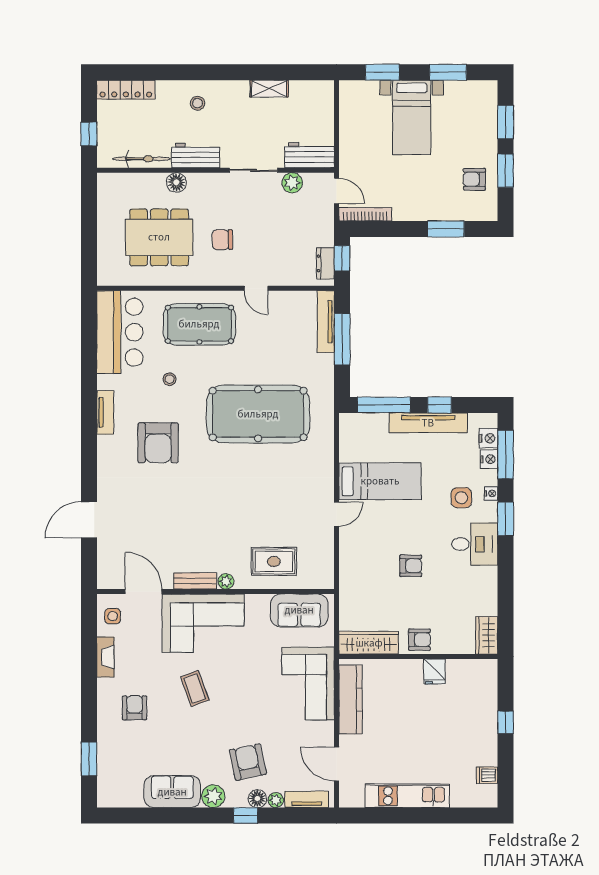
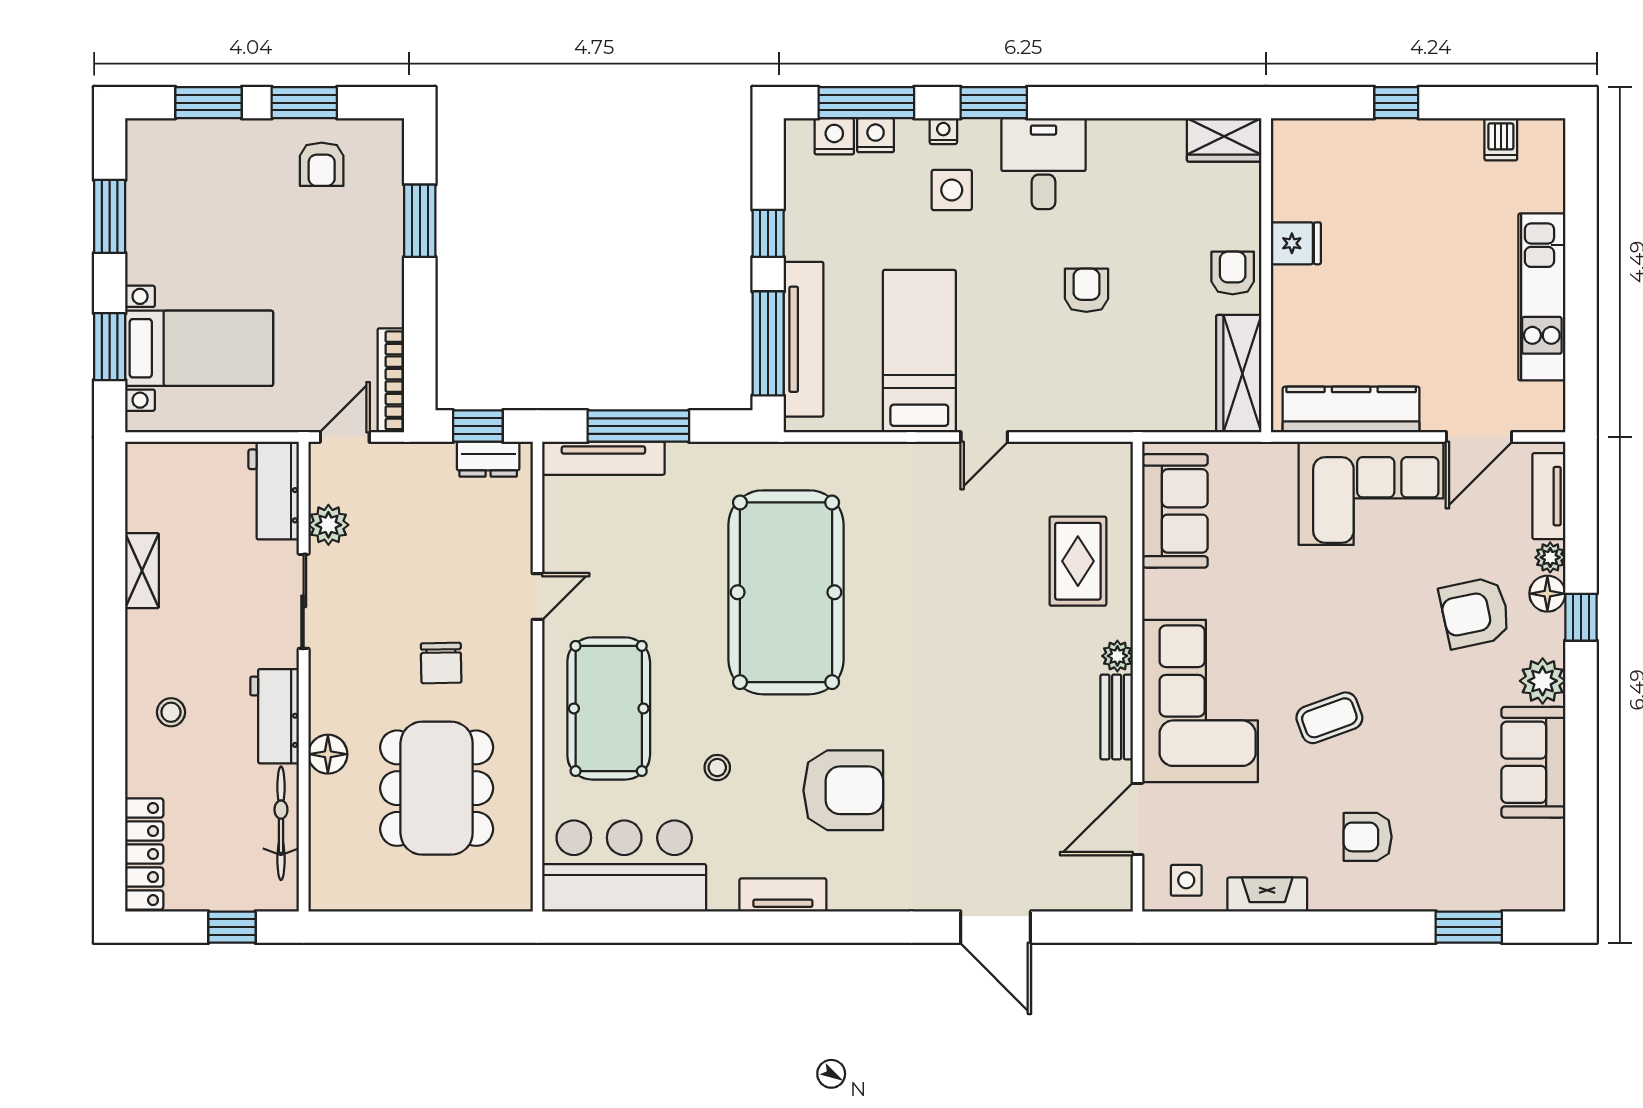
bed with nightstands: (412, 117) -> (199, 348), moved
tv unit: (428, 423) -> (804, 339), moved
door: (337, 514) -> (984, 437), swing flipped
corner sofa: (308, 684) -> (1371, 493), moved

